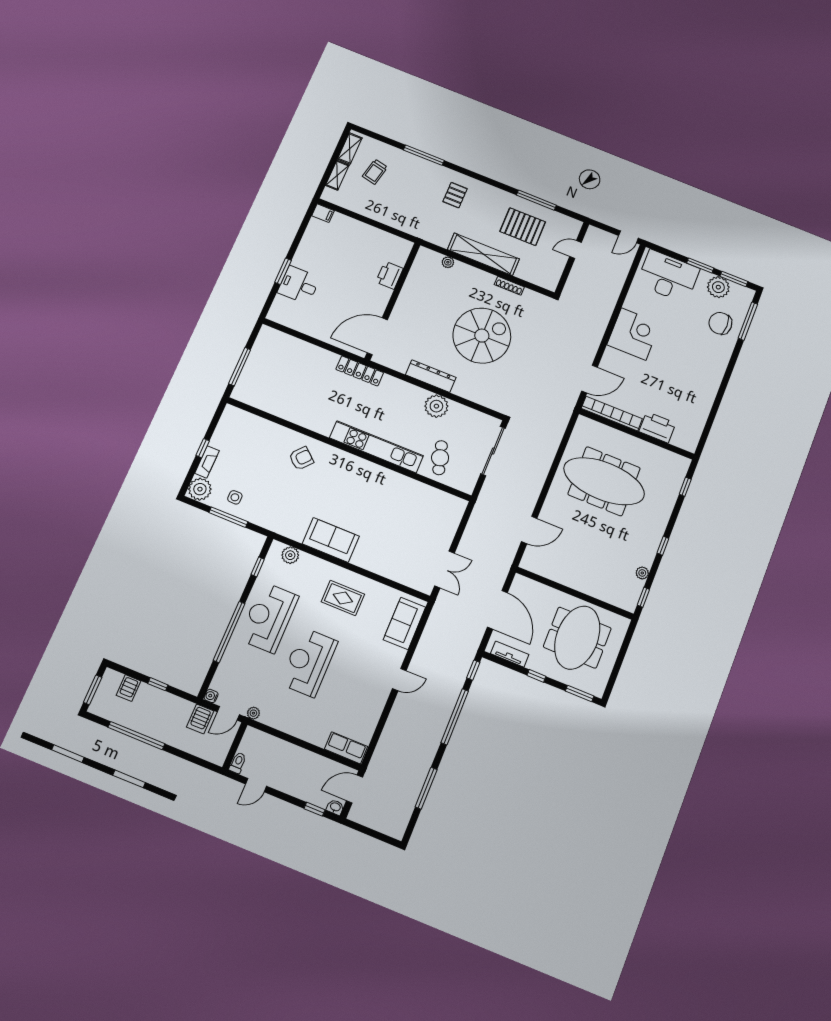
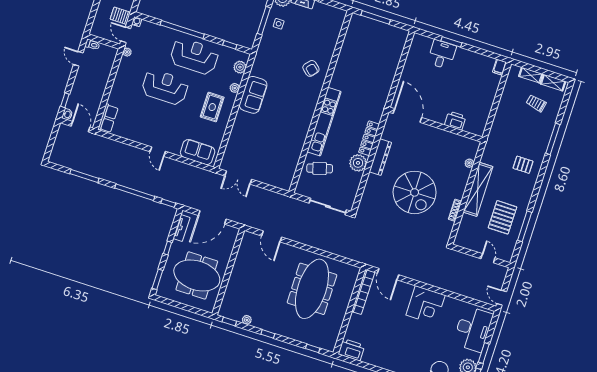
locker: (360, 371) -> (369, 138), moved
printer: (657, 427) -> (351, 350), moved, turned -90
plant: (319, 565) -> (235, 88), added

